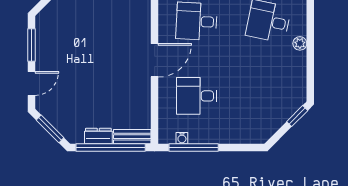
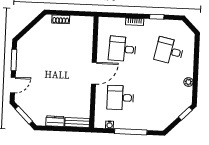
plant: (300, 43) -> (188, 82), moved
window: (111, 147) -> (63, 129), removed
window: (194, 147) -> (131, 132), moved

